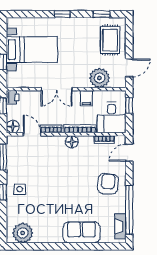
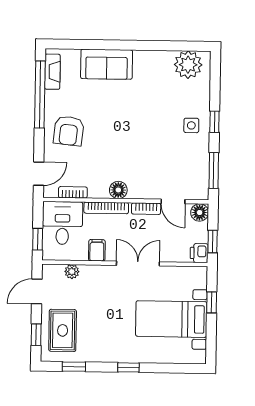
window: (129, 37) -> (36, 335), added
plant: (100, 78) -> (72, 272), width x0.53, depth x0.53

